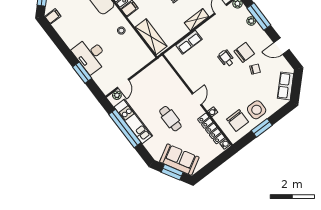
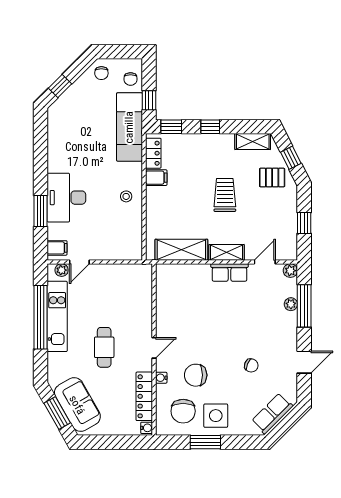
filing cabinet: (53, 16) -> (57, 248), moved
shelving: (151, 37) -> (181, 250), moved, turned 90
row of seats: (189, 42) -> (229, 273), moved
door: (282, 46) -> (304, 362), swing flipped
chair: (244, 52) -> (196, 375), moved, turned 180
wheelchair: (226, 58) -> (226, 326), removed

